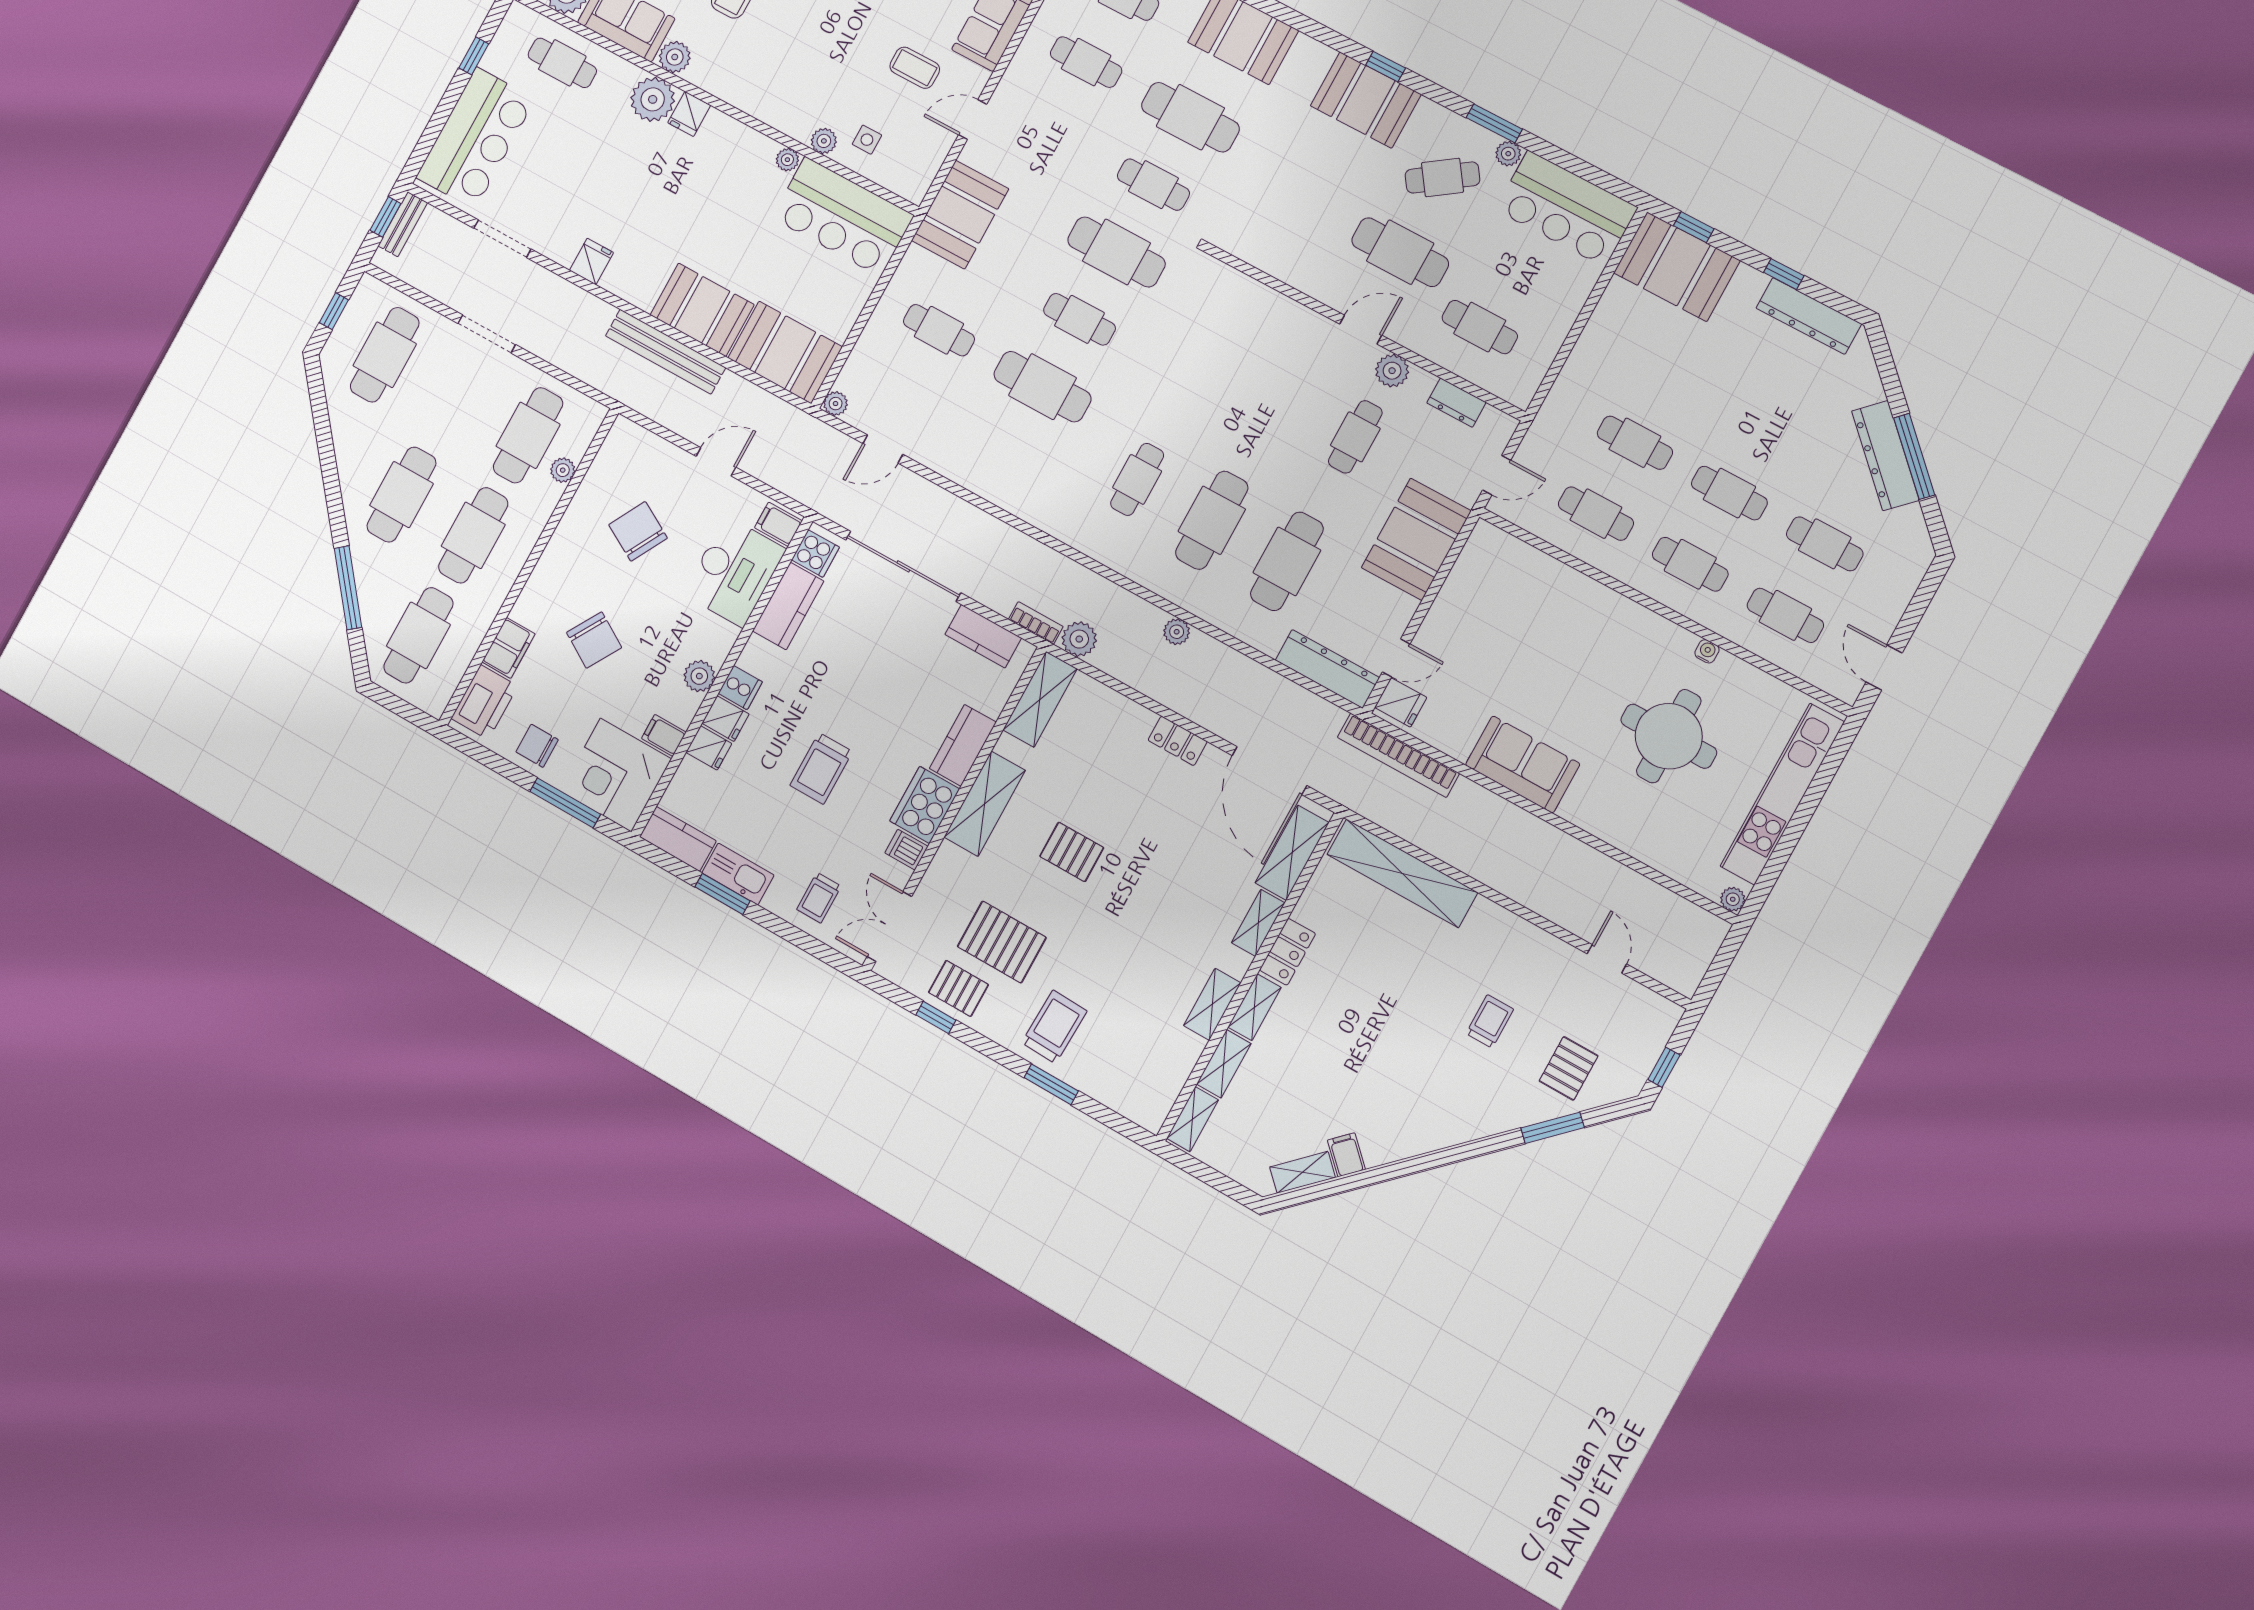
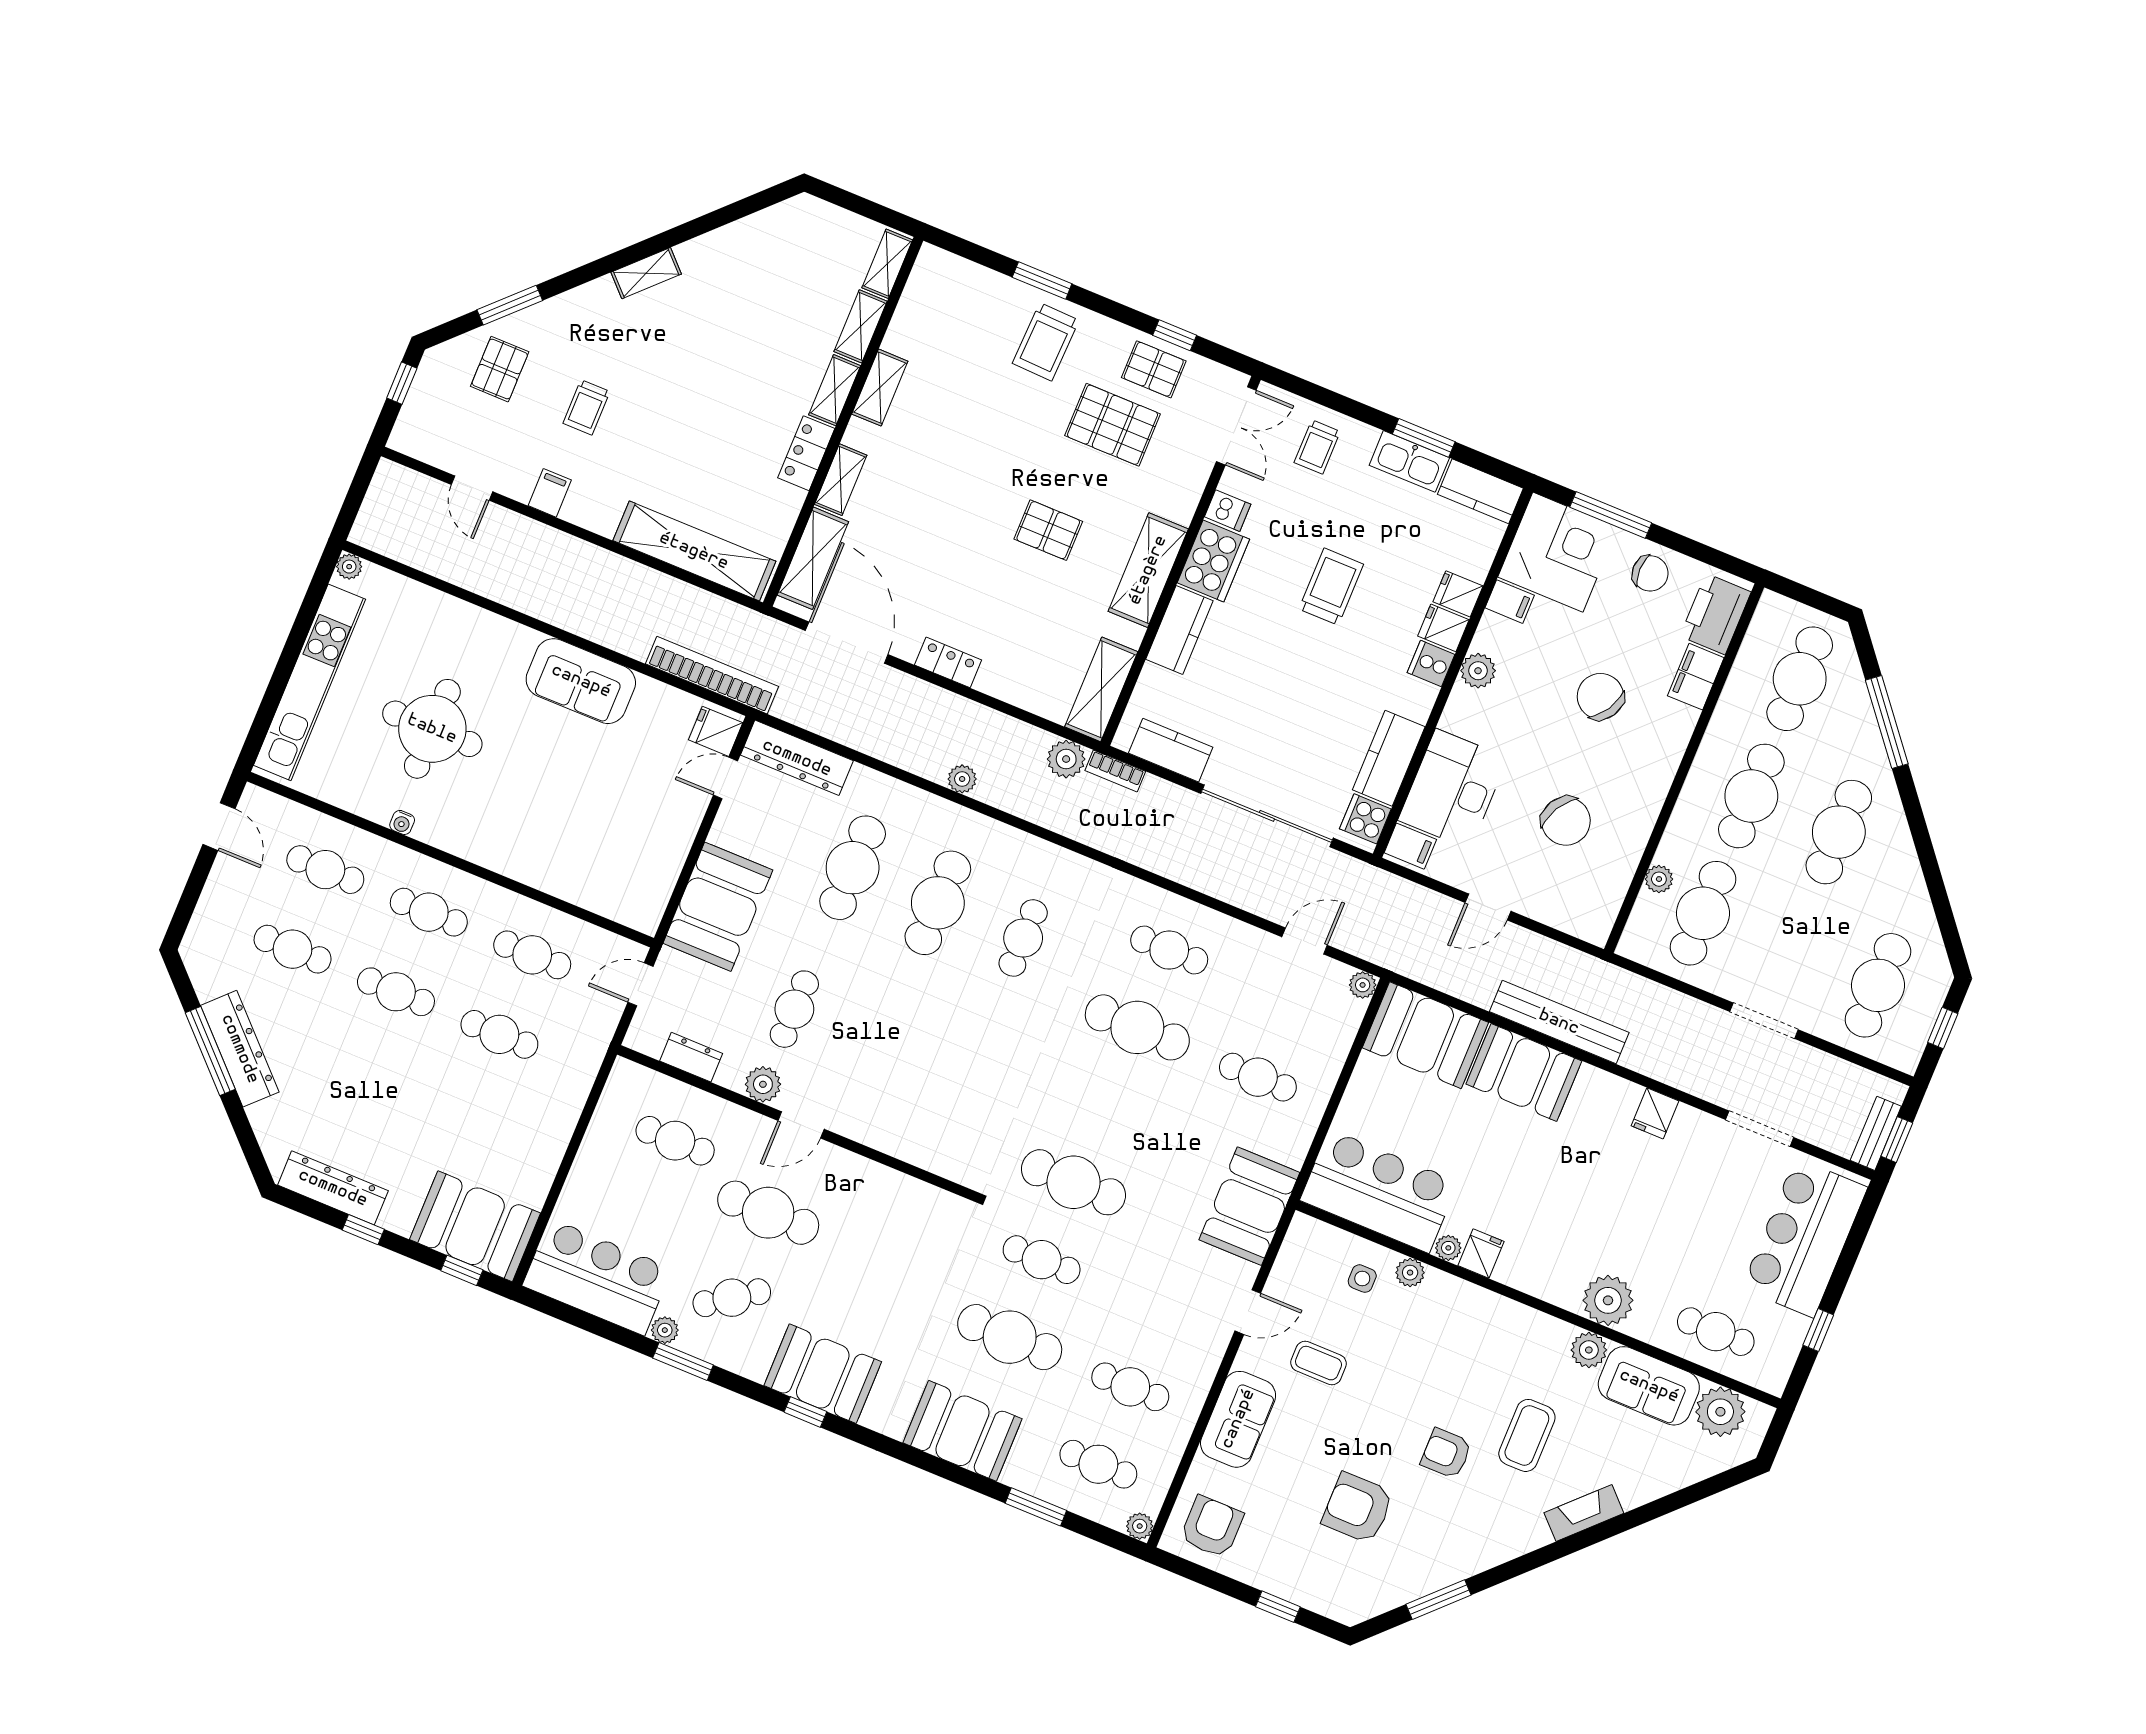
fridge: (689, 114) -> (1481, 1254), moved
cafe table: (1079, 319) -> (1169, 950), moved
trolley: (819, 898) -> (1317, 447), turned 180
filing cabinet: (1346, 1155) -> (550, 493), moved, turned -135
shelving: (1303, 1172) -> (646, 273), moved

